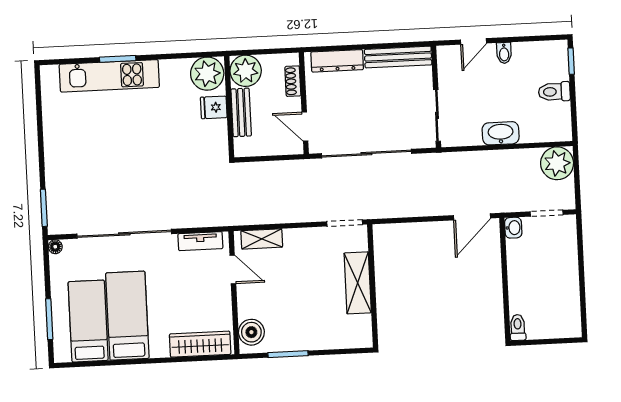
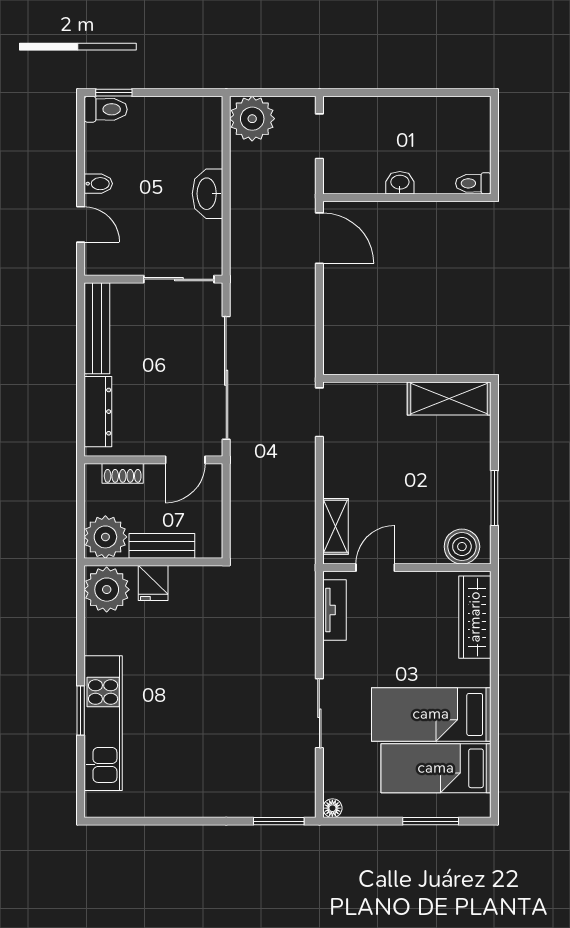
toilet: (554, 92) -> (106, 109), moved, turned -90
washbasin: (513, 228) -> (400, 183), moved
sliding door: (124, 234) -> (319, 713), width x0.54
shelving: (358, 283) -> (449, 398), moved

